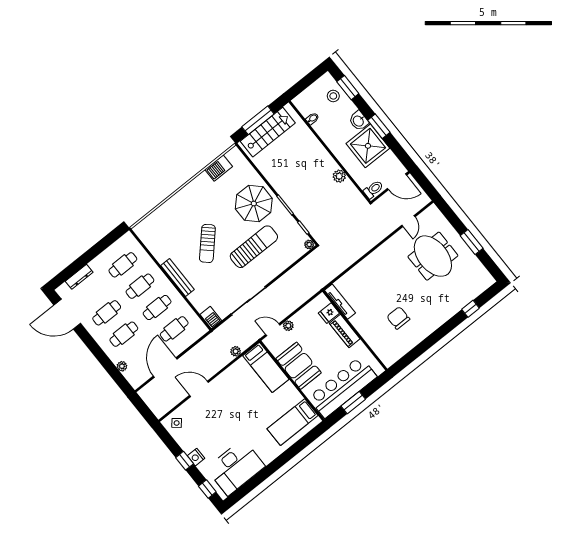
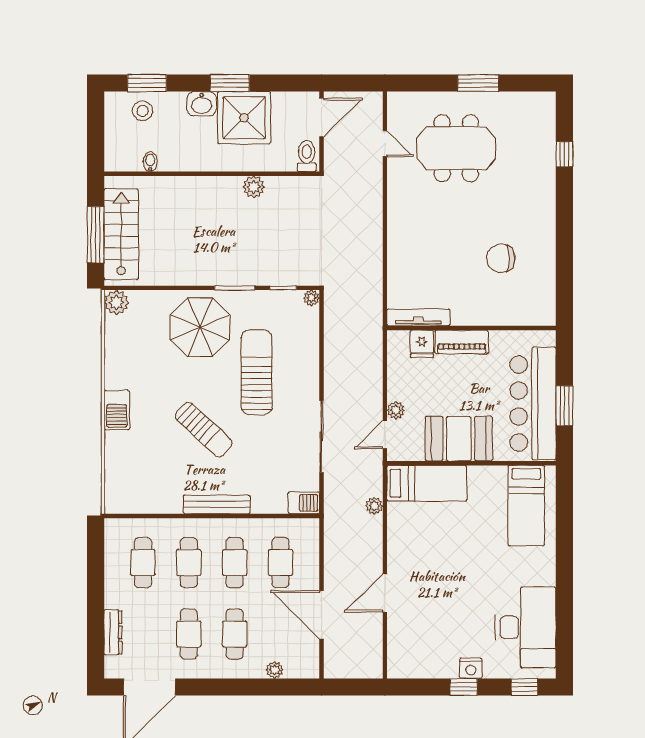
plant: (234, 155) -> (116, 302), added
barbecue: (219, 168) -> (117, 410), moved
side table: (177, 423) -> (406, 658), removed

